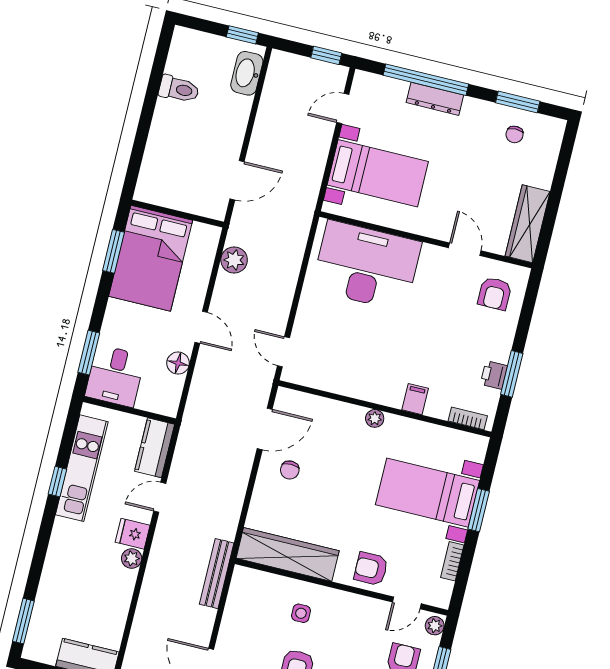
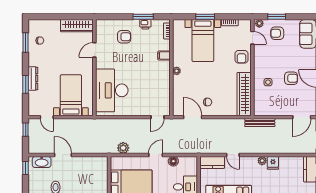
window: (426, 80) -> (26, 84), width x0.47
door: (237, 180) -> (63, 155), moved
armchair: (495, 294) -> (124, 37), moved
fridge: (133, 534) -> (273, 163), moved

